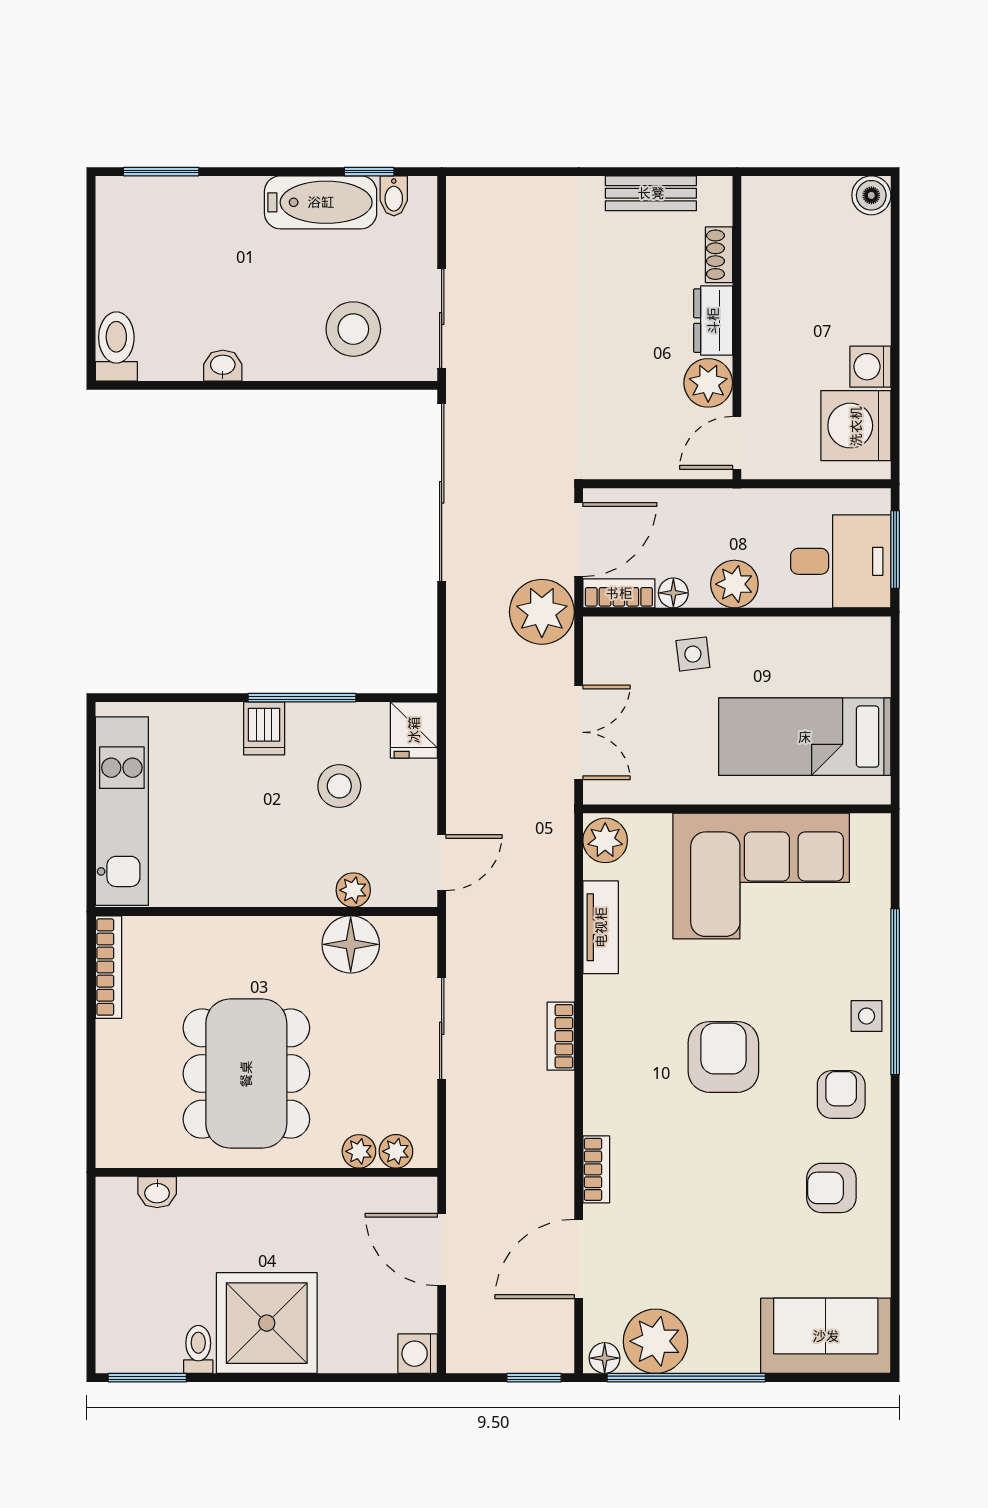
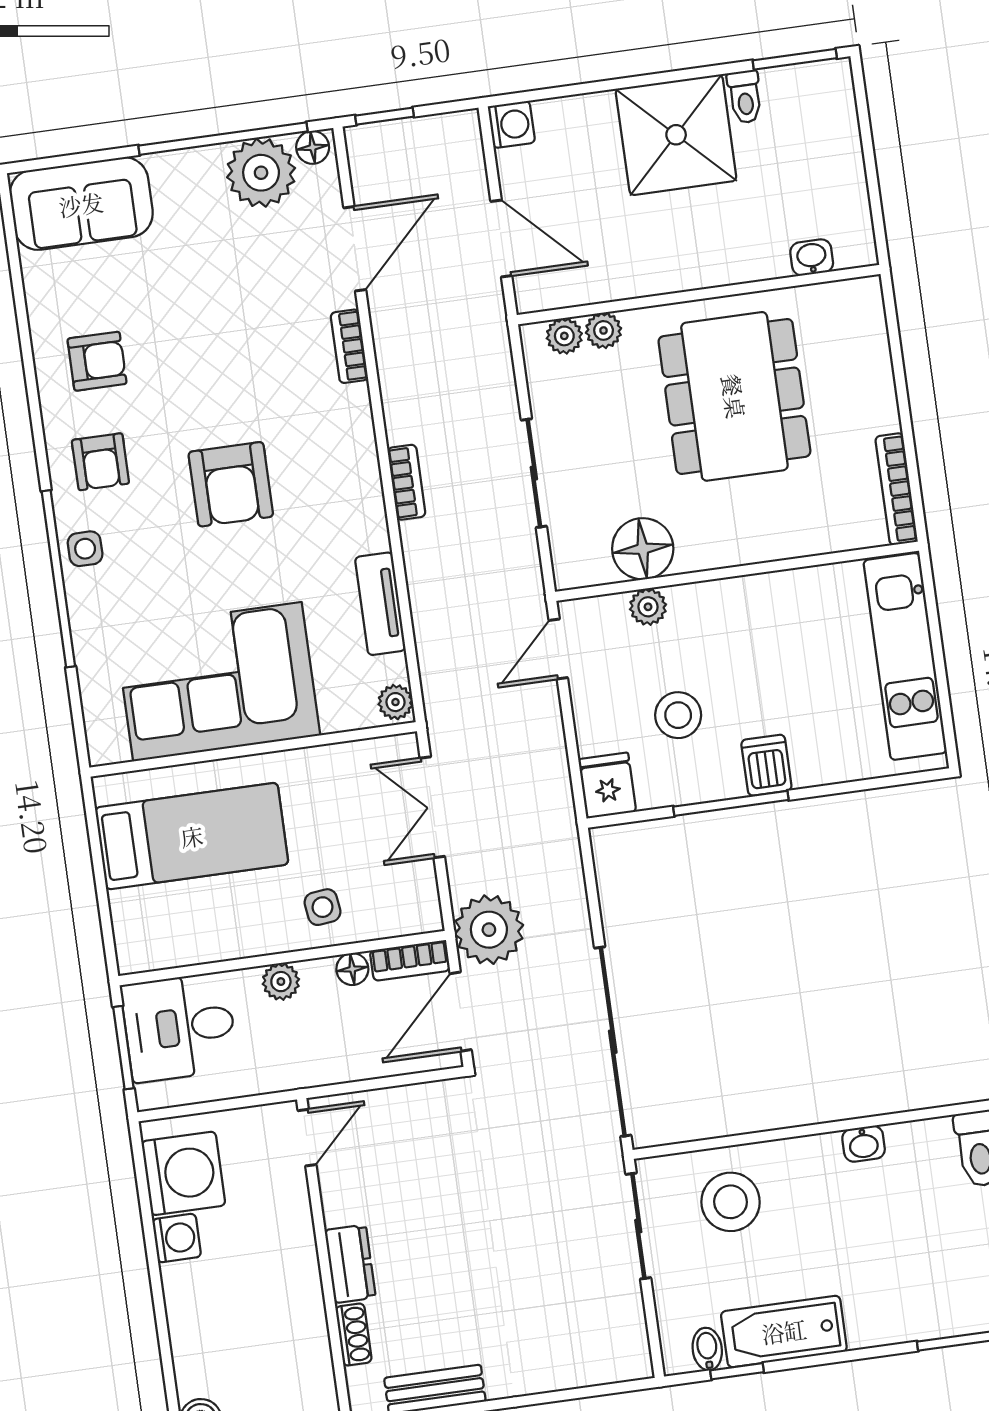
plant: (708, 383) -> (346, 1197), removed
plant: (734, 584) -> (281, 982), width x0.73, depth x0.73
plant: (605, 840) -> (395, 702), width x0.73, depth x0.73

